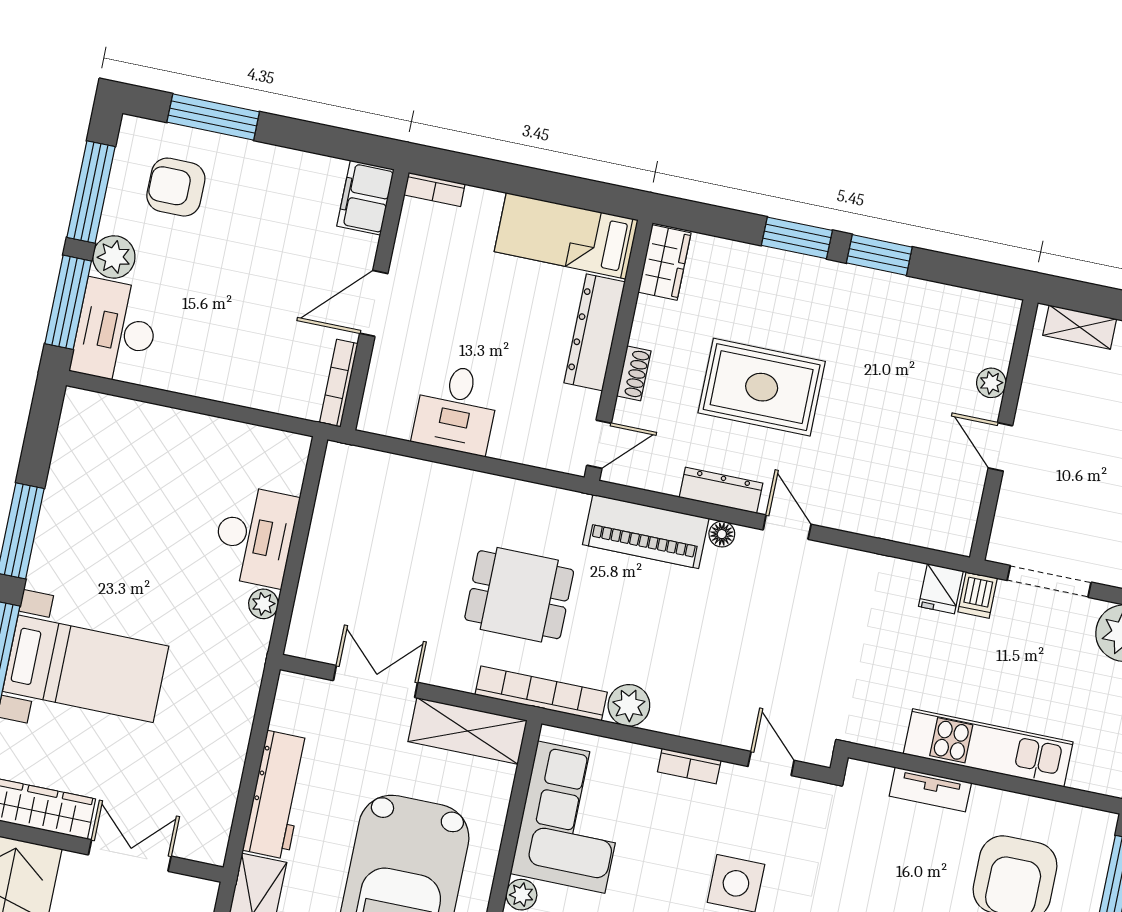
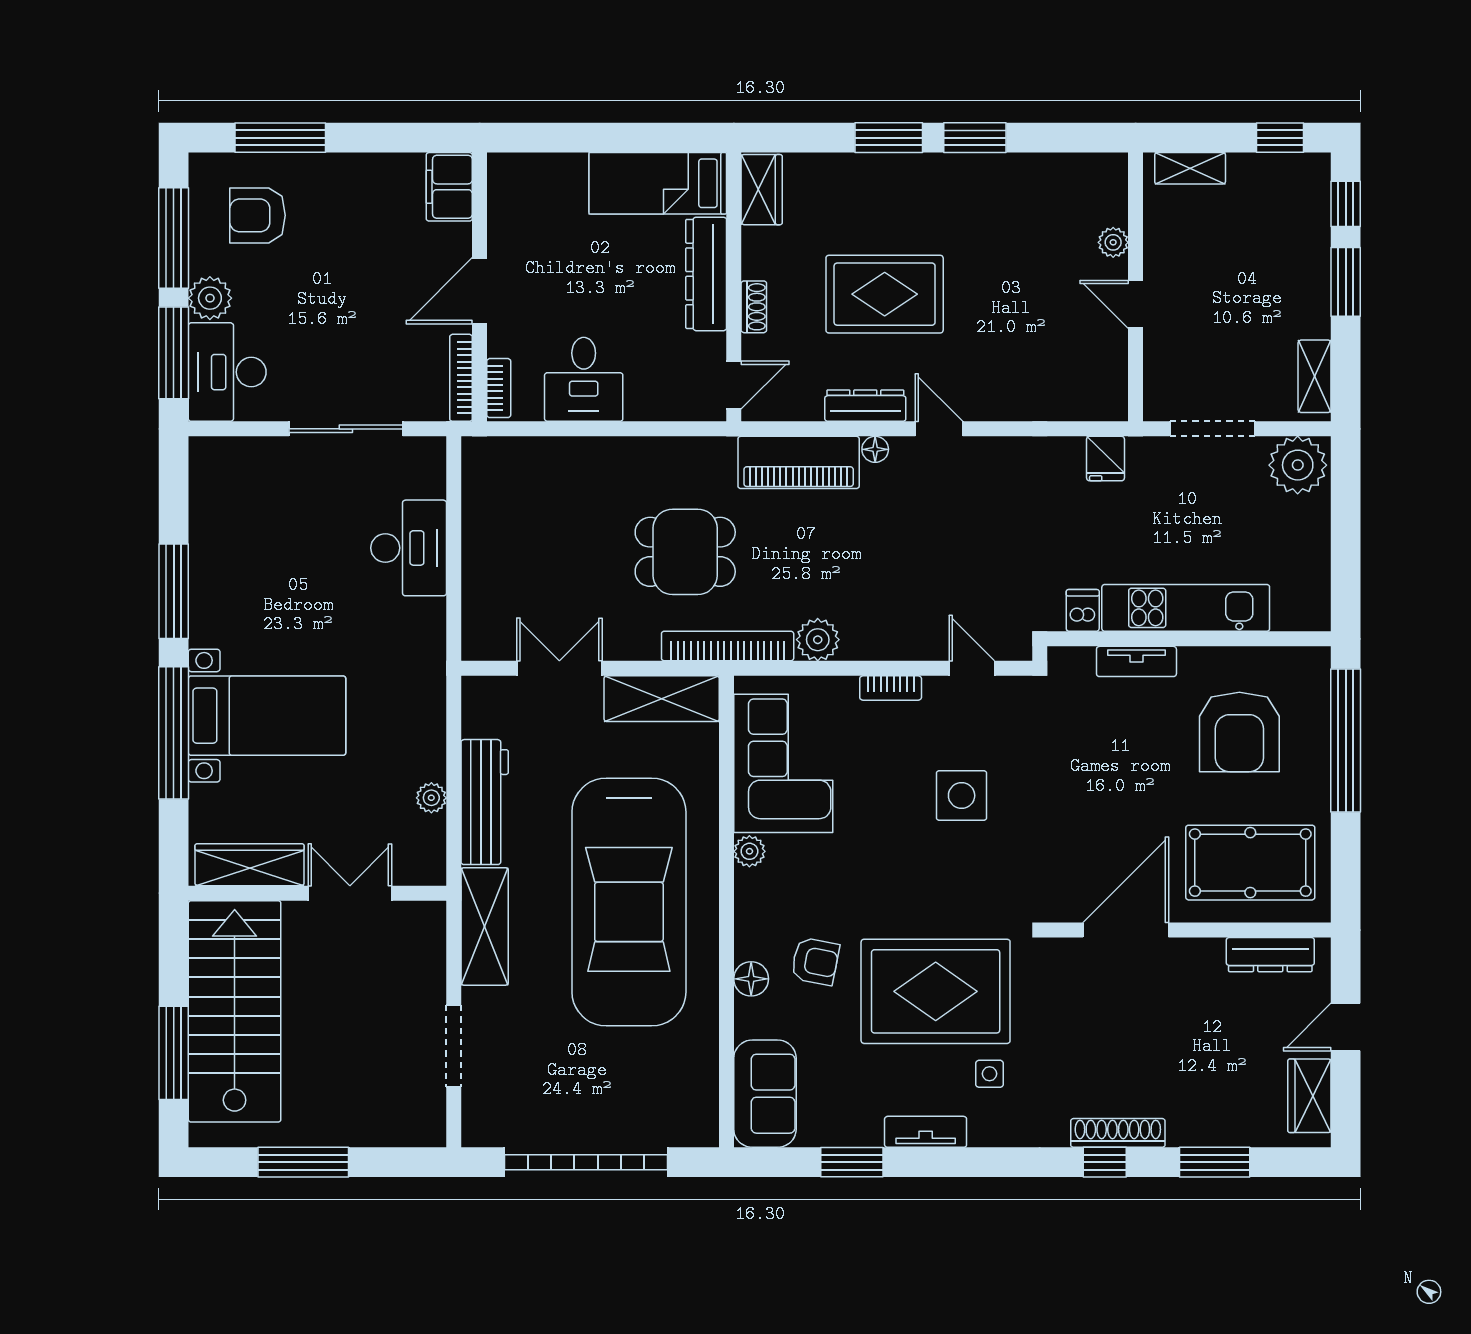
bookcase: (434, 189) -> (499, 388), moved, turned -90
sliding door: (218, 409) -> (346, 429), added
dishwasher: (978, 595) -> (1083, 610), moved, turned 180
plant: (263, 604) -> (431, 798), moved

